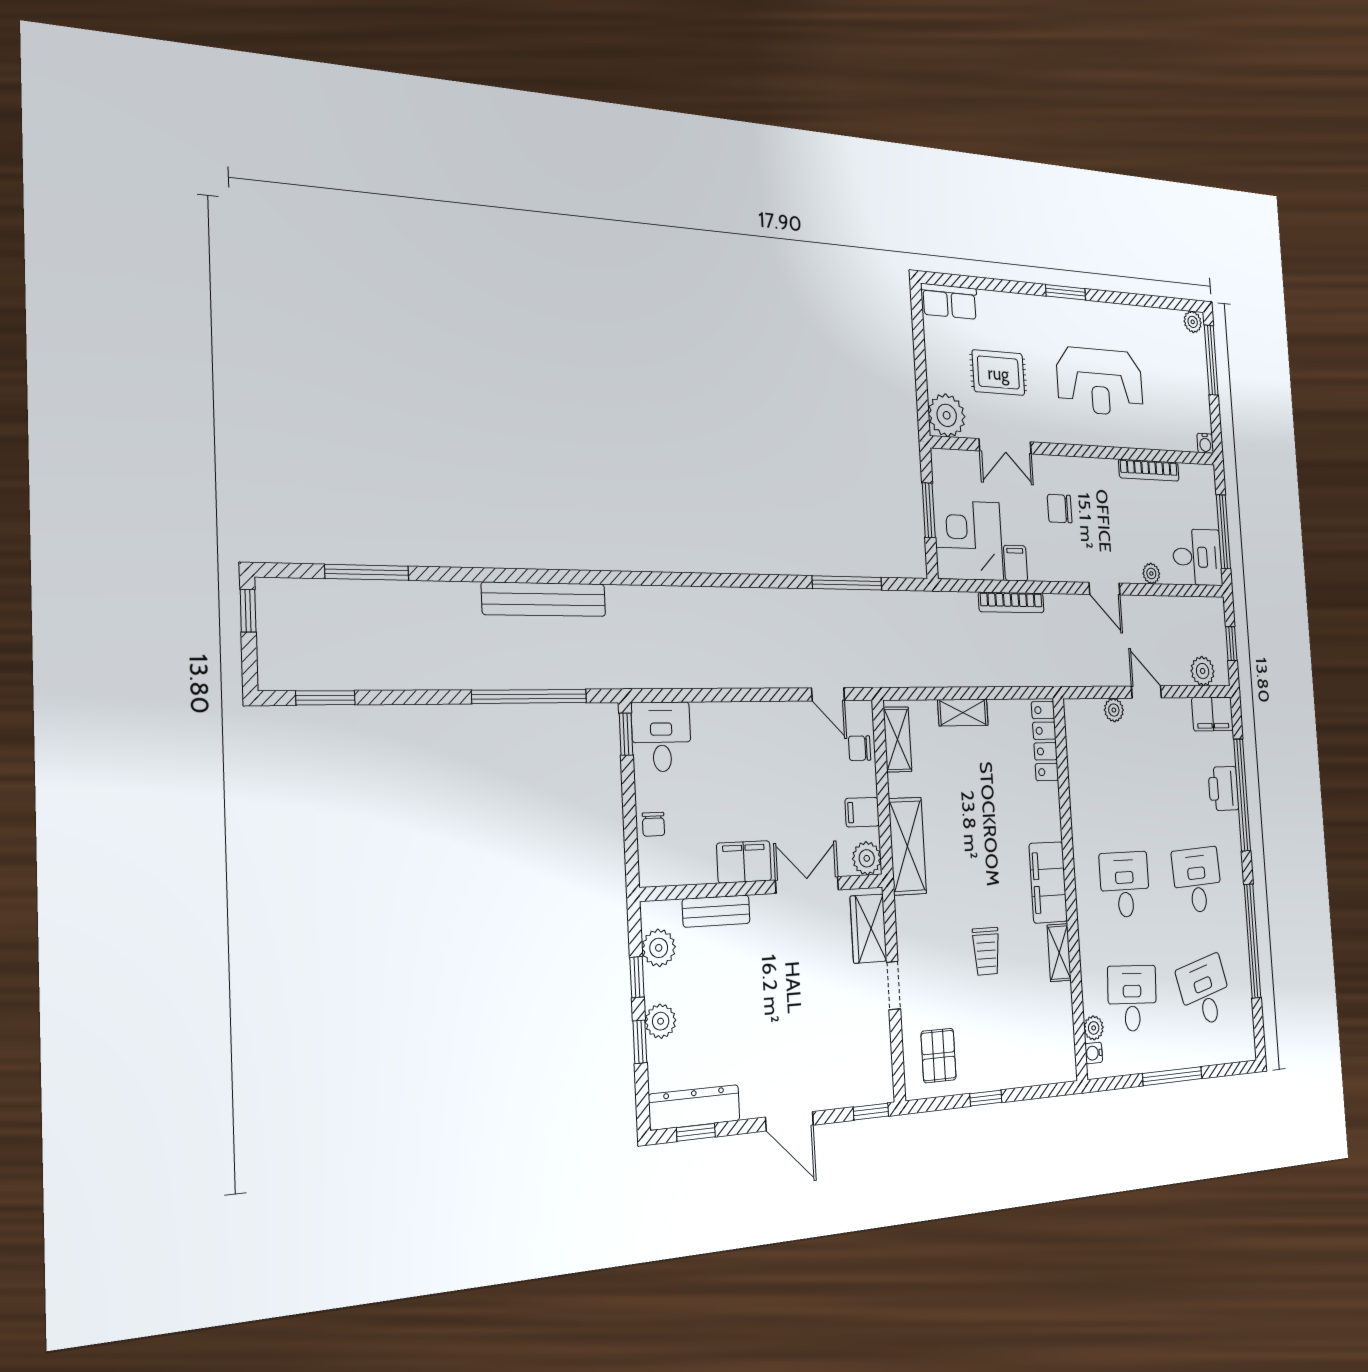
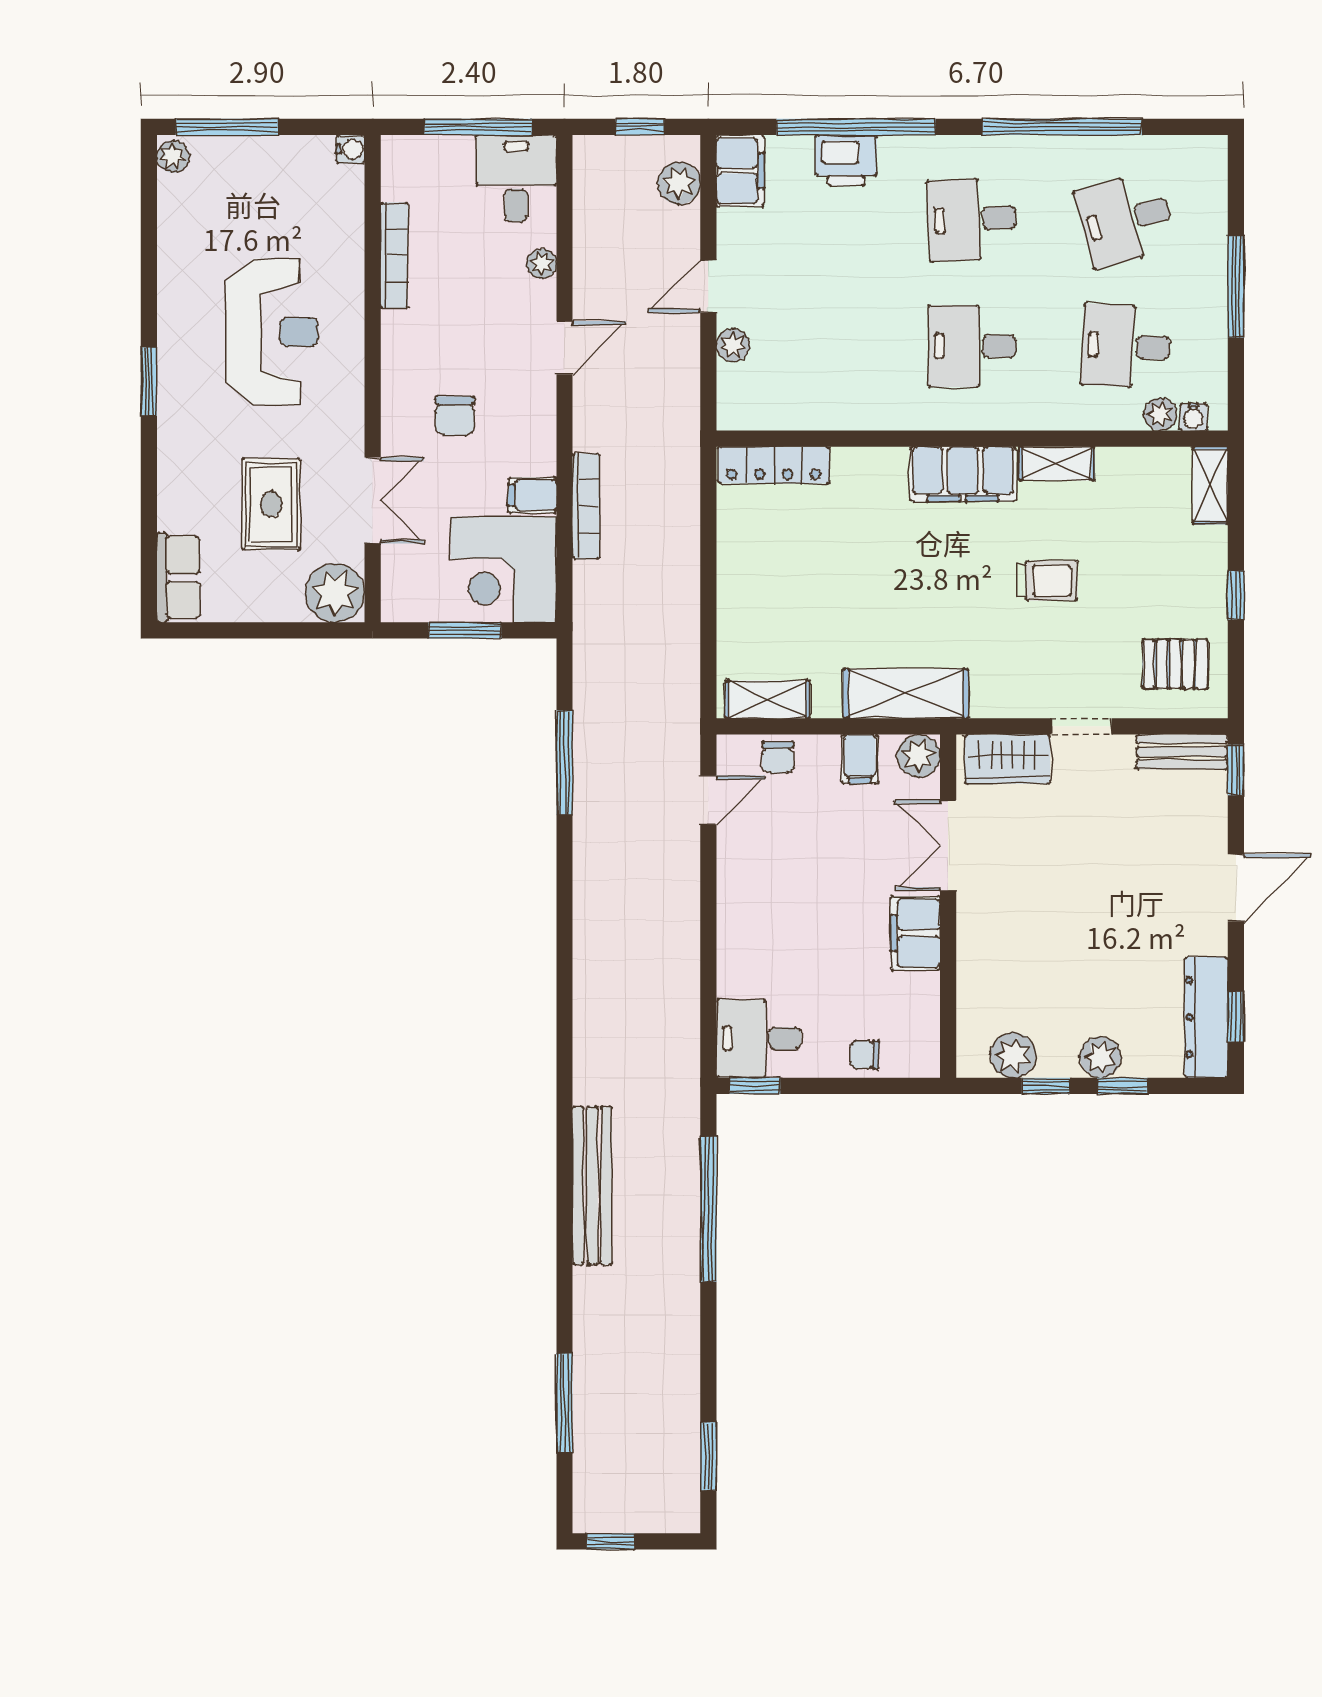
shelving: (963, 713) -> (1210, 485), moved
chair: (653, 824) -> (865, 1055), turned 180
bench: (716, 911) -> (1182, 752), moved, turned 90

